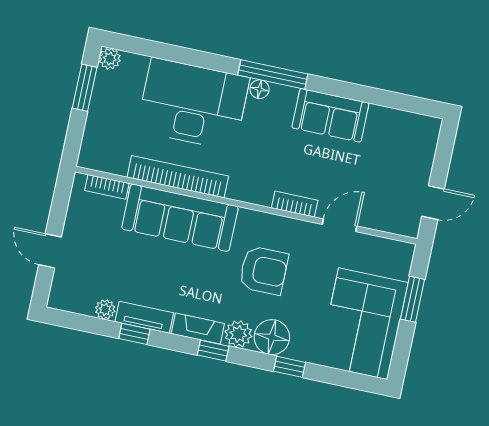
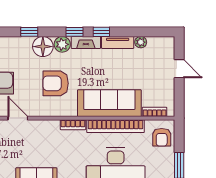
armchair: (104, 141) -> (162, 137), added
bookcase: (295, 204) -> (73, 125), moved
door: (340, 225) -> (18, 118), swing flipped
window: (134, 334) -> (101, 32), moved

